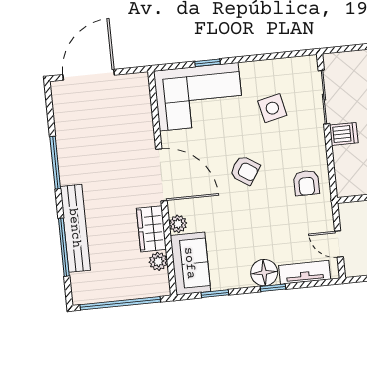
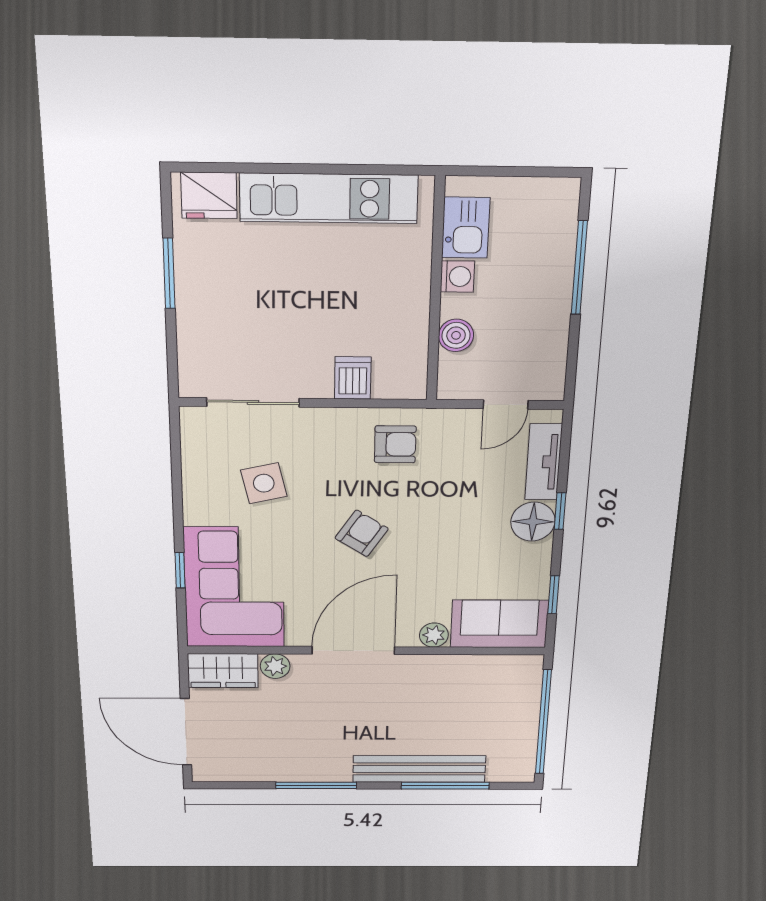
dishwasher: (344, 134) -> (353, 378), moved
wardrobe: (151, 229) -> (223, 671), moved
plant: (158, 261) -> (275, 666), moved

